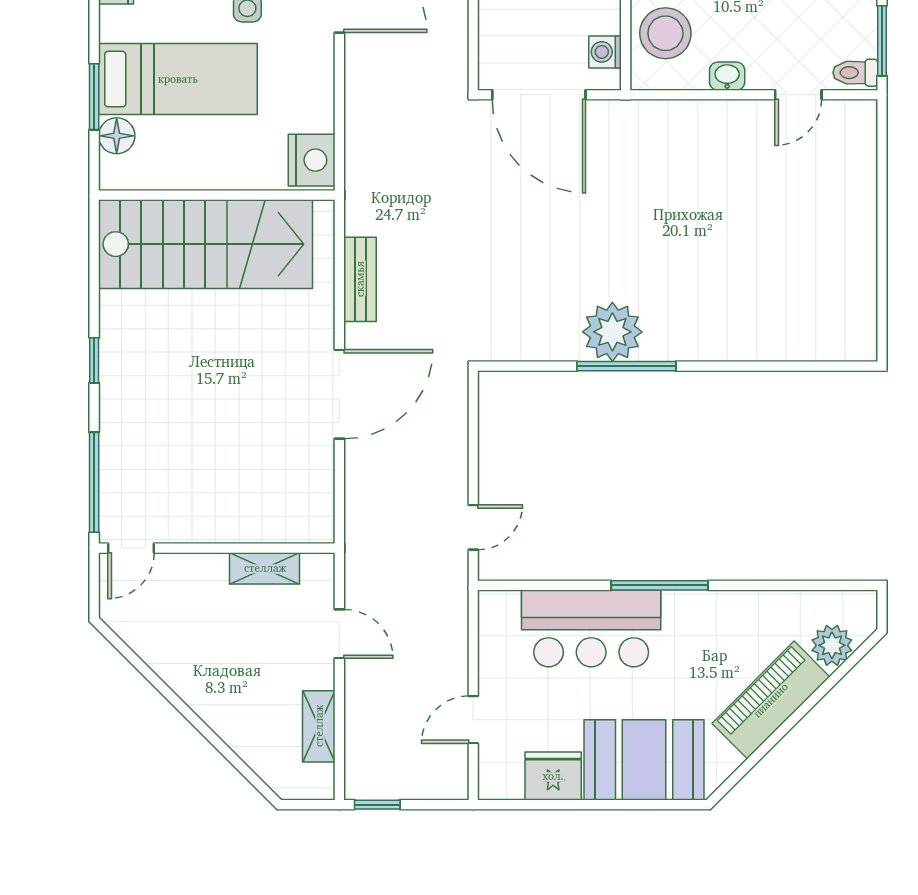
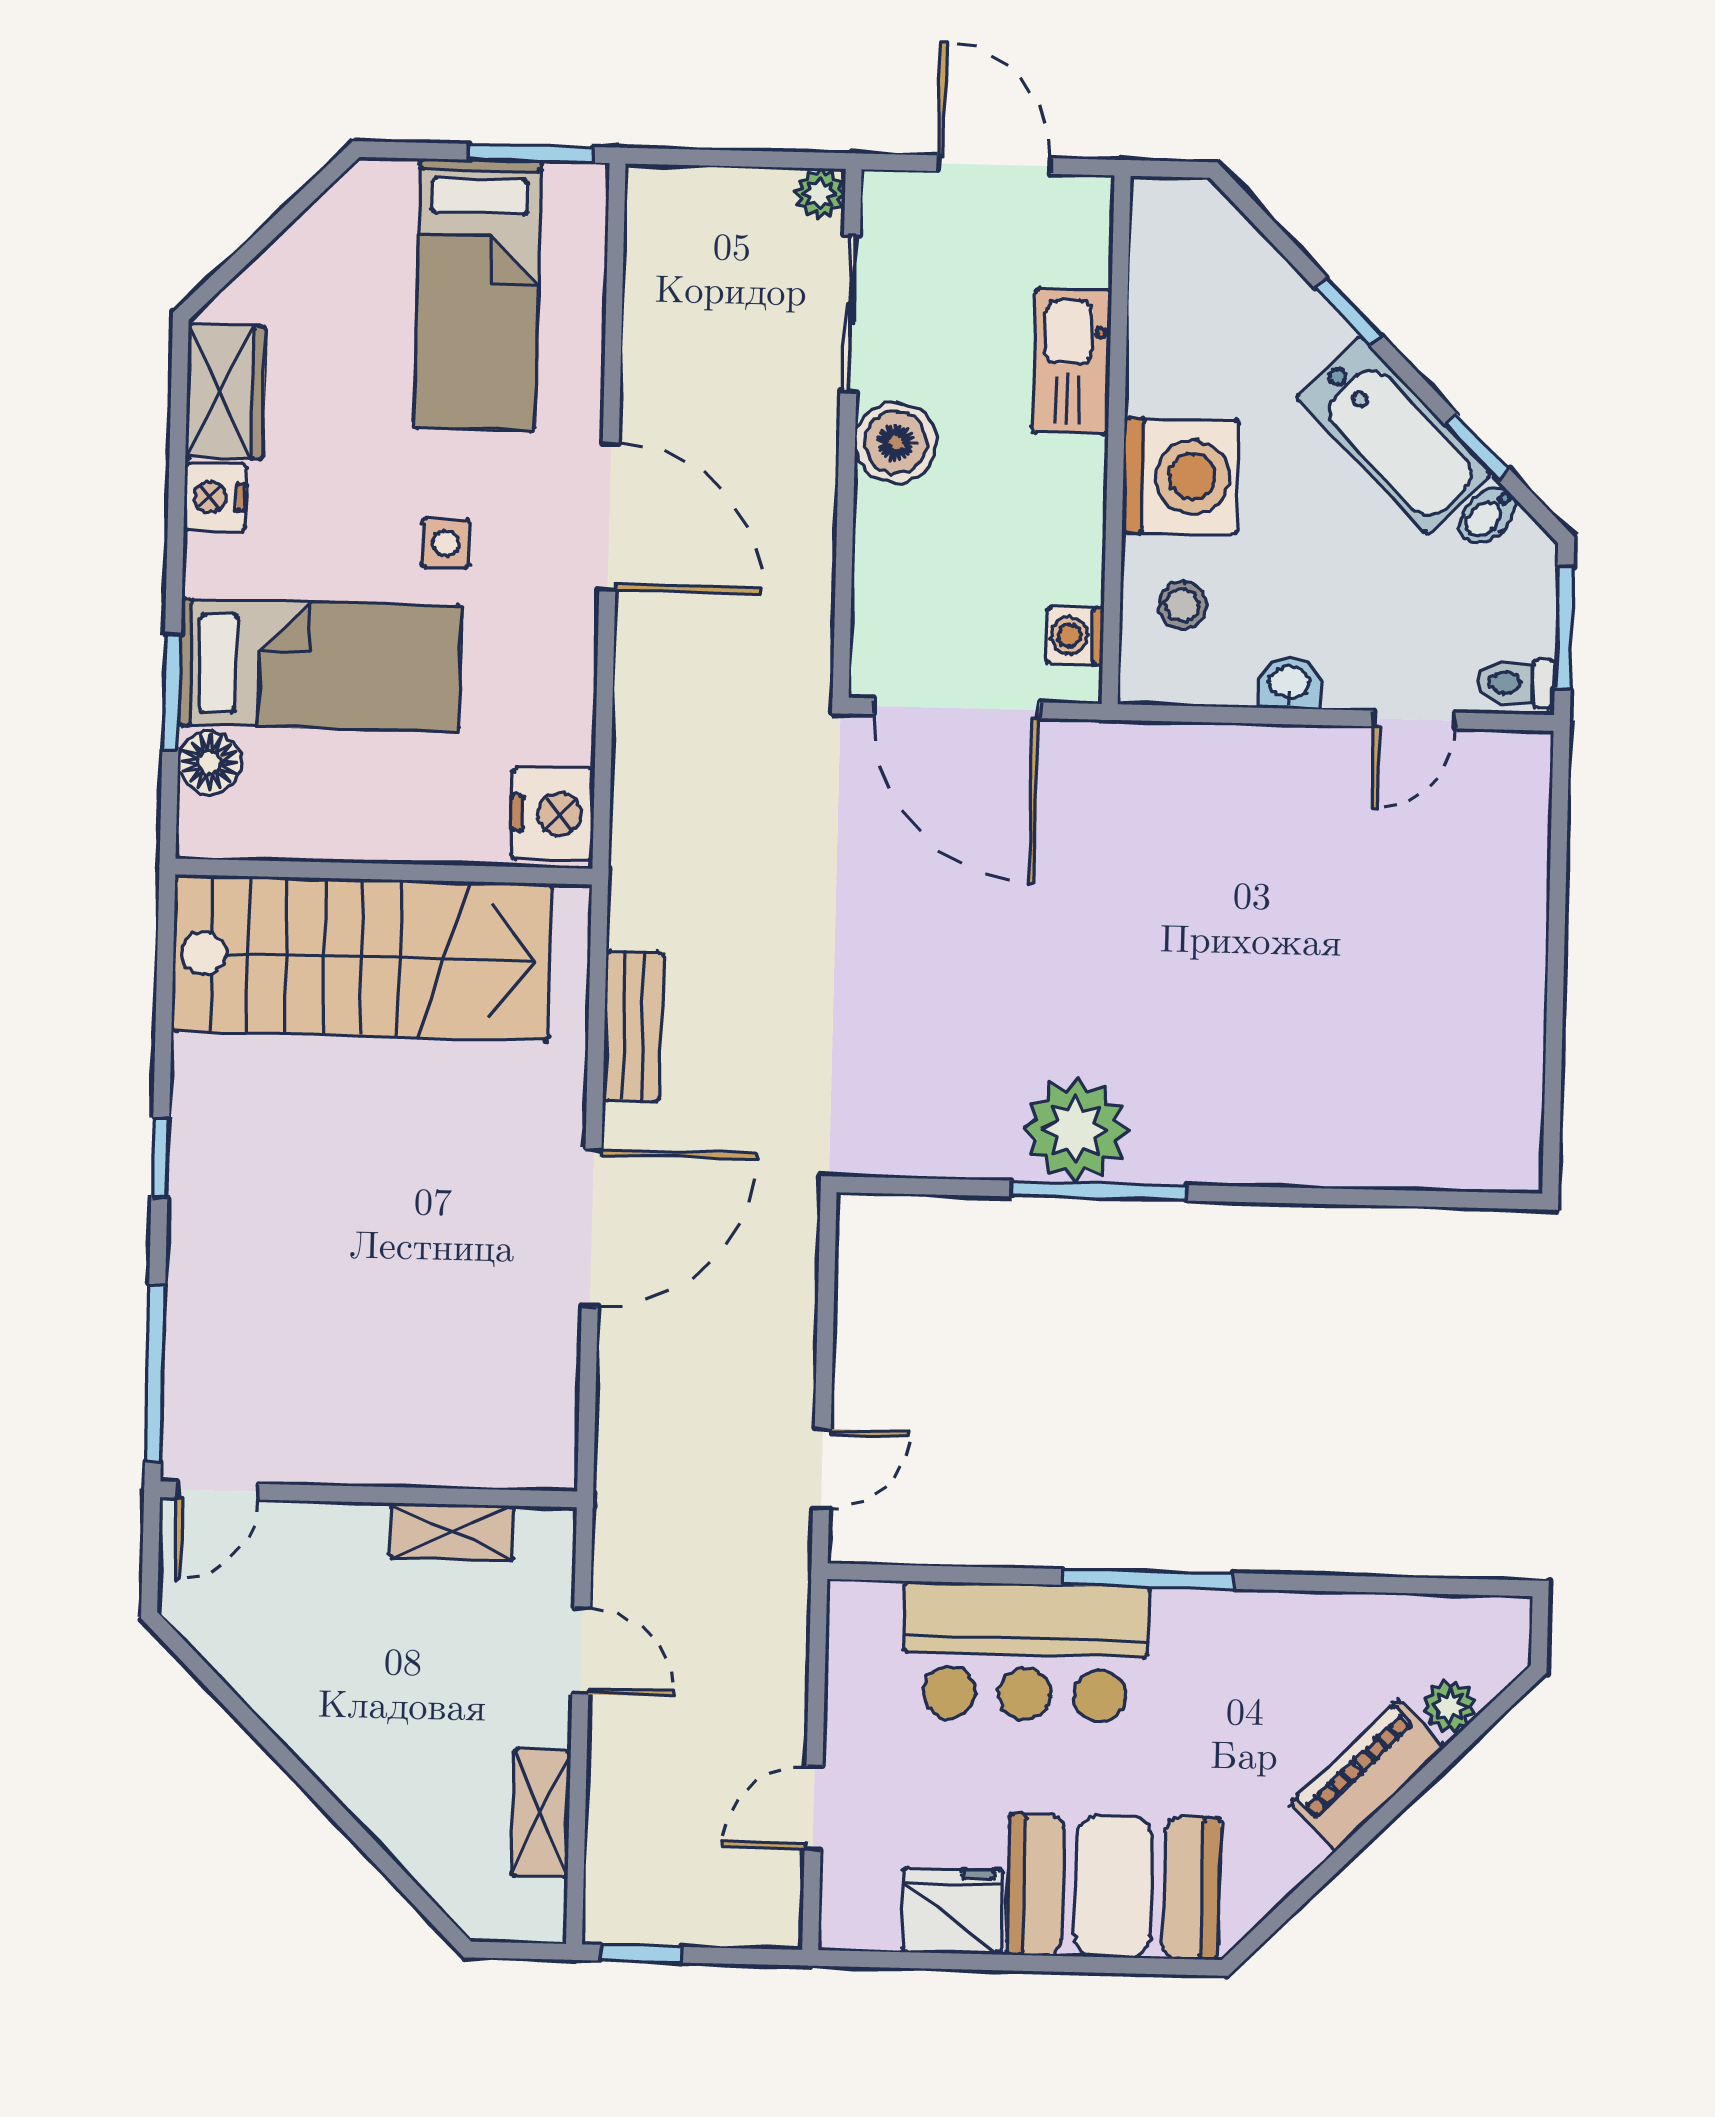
stool: (665, 33) -> (1182, 605), width x0.53, depth x0.53
plant: (832, 645) -> (1449, 1706), width x0.73, depth x0.73
piano: (771, 700) -> (1367, 1775), width x0.73, depth x0.75

